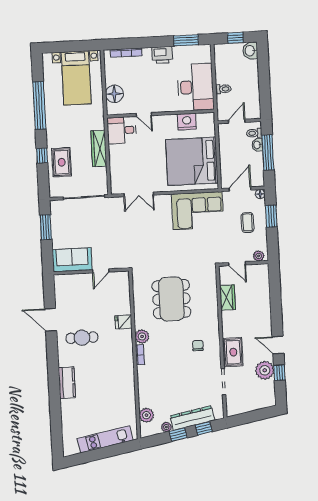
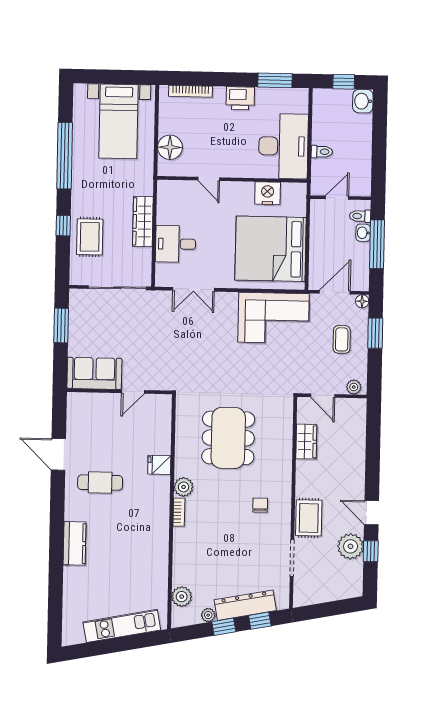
desk: (122, 130) -> (176, 244), moved

